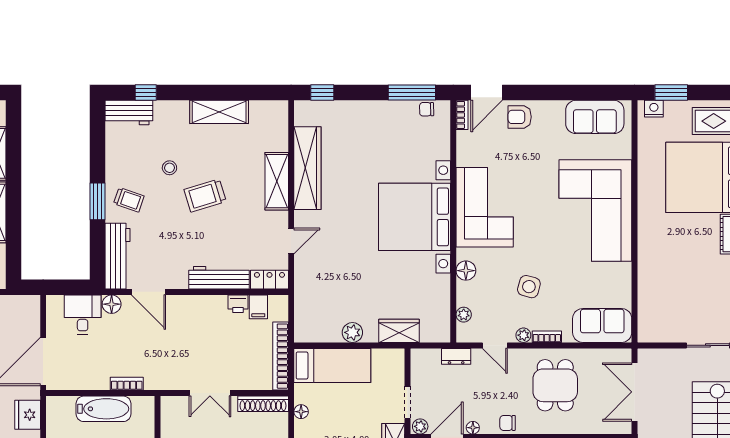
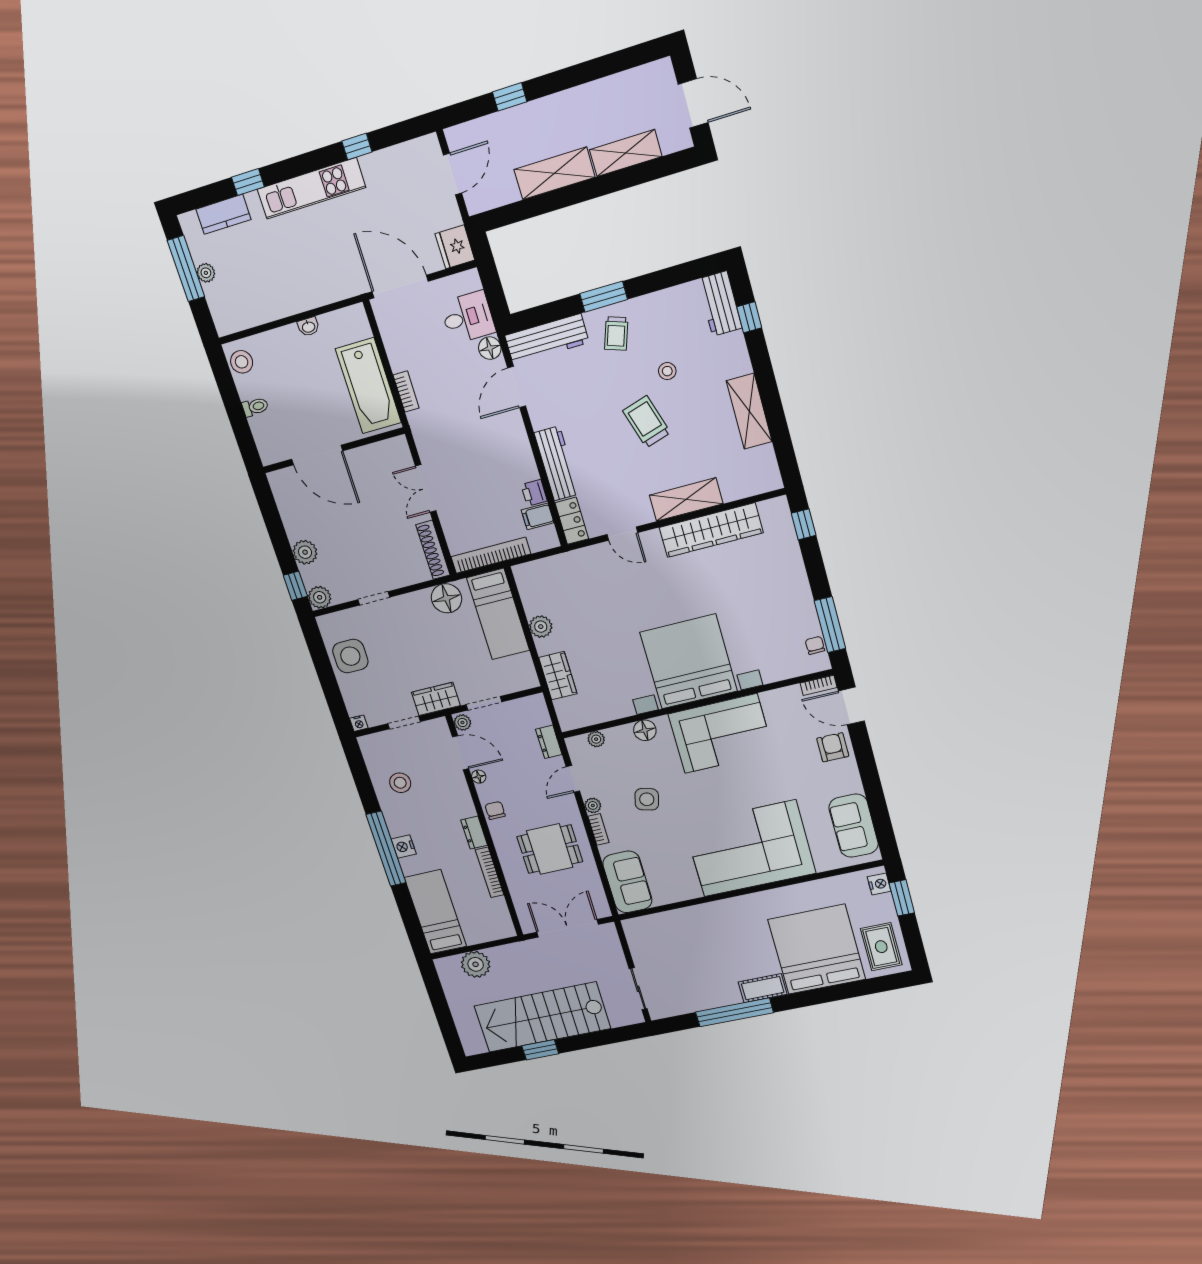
bathtub: (104, 409) -> (368, 386), width x1.36, depth x1.36
floor lamp: (301, 412) -> (446, 598), width x1.89, depth x1.89
fridge: (28, 415) -> (455, 247), moved, turned -90

